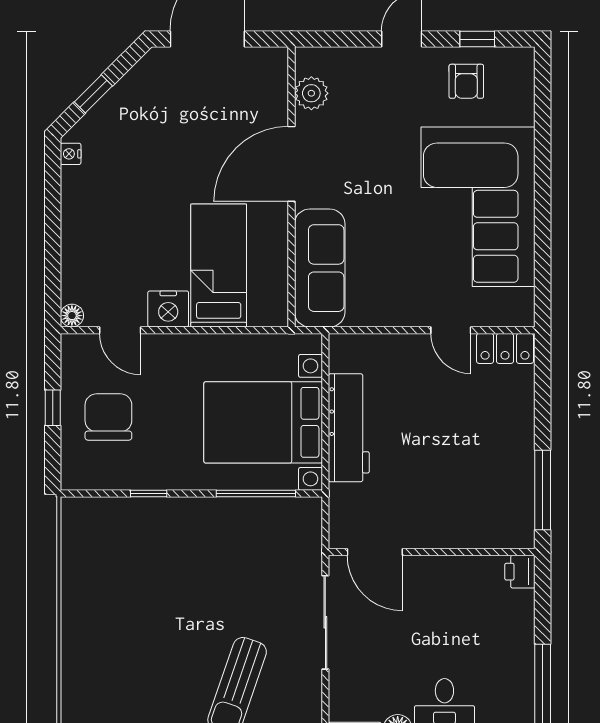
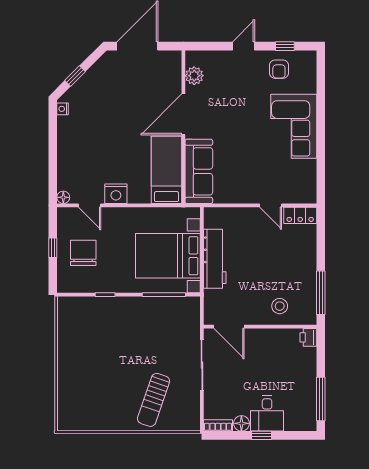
corner sofa: (478, 207) -> (294, 126), width x0.73, depth x0.74
bed: (219, 265) -> (167, 170), moved
stool: (468, 514) -> (280, 306), added

